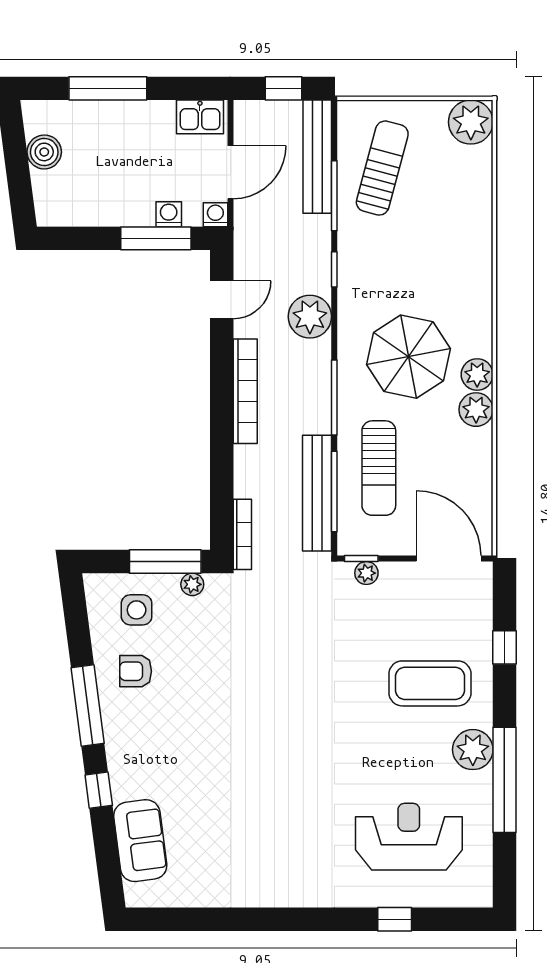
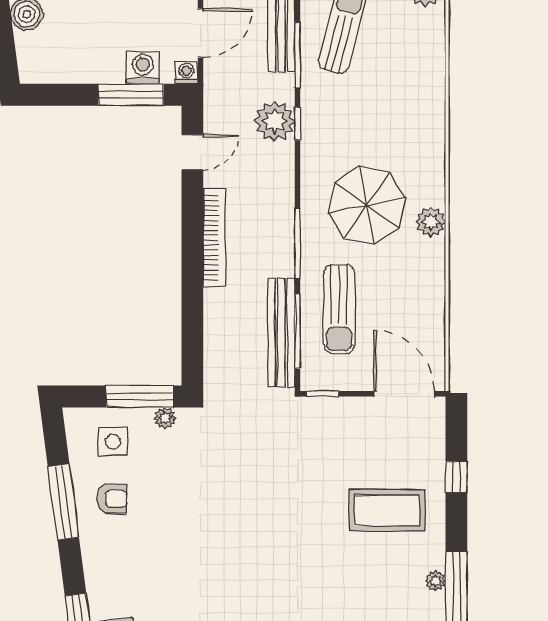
washing machine: (169, 214) -> (143, 68), width x1.38, depth x1.38
plant: (310, 317) -> (275, 121), moved
plant: (476, 410) -> (430, 255), removed
bookcase: (242, 534) -> (212, 371), removed
plant: (366, 573) -> (328, 407), removed
armchair: (136, 671) -> (112, 499), turned 180
window: (88, 706) -> (63, 502), moved
plant: (473, 750) -> (436, 581), width x0.53, depth x0.53

